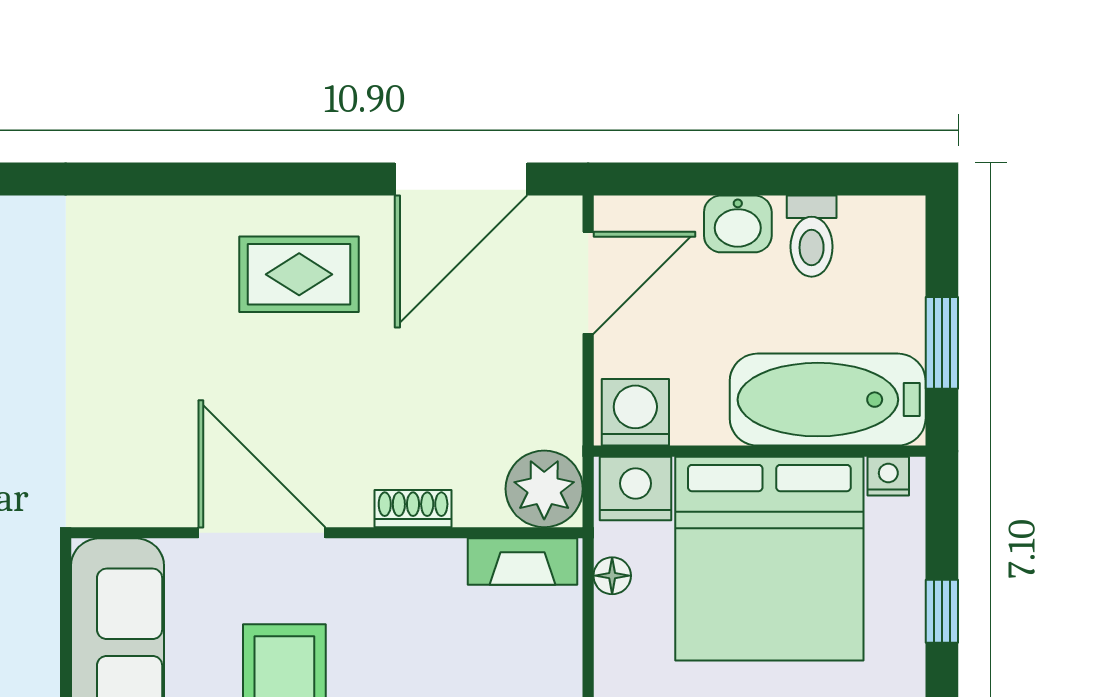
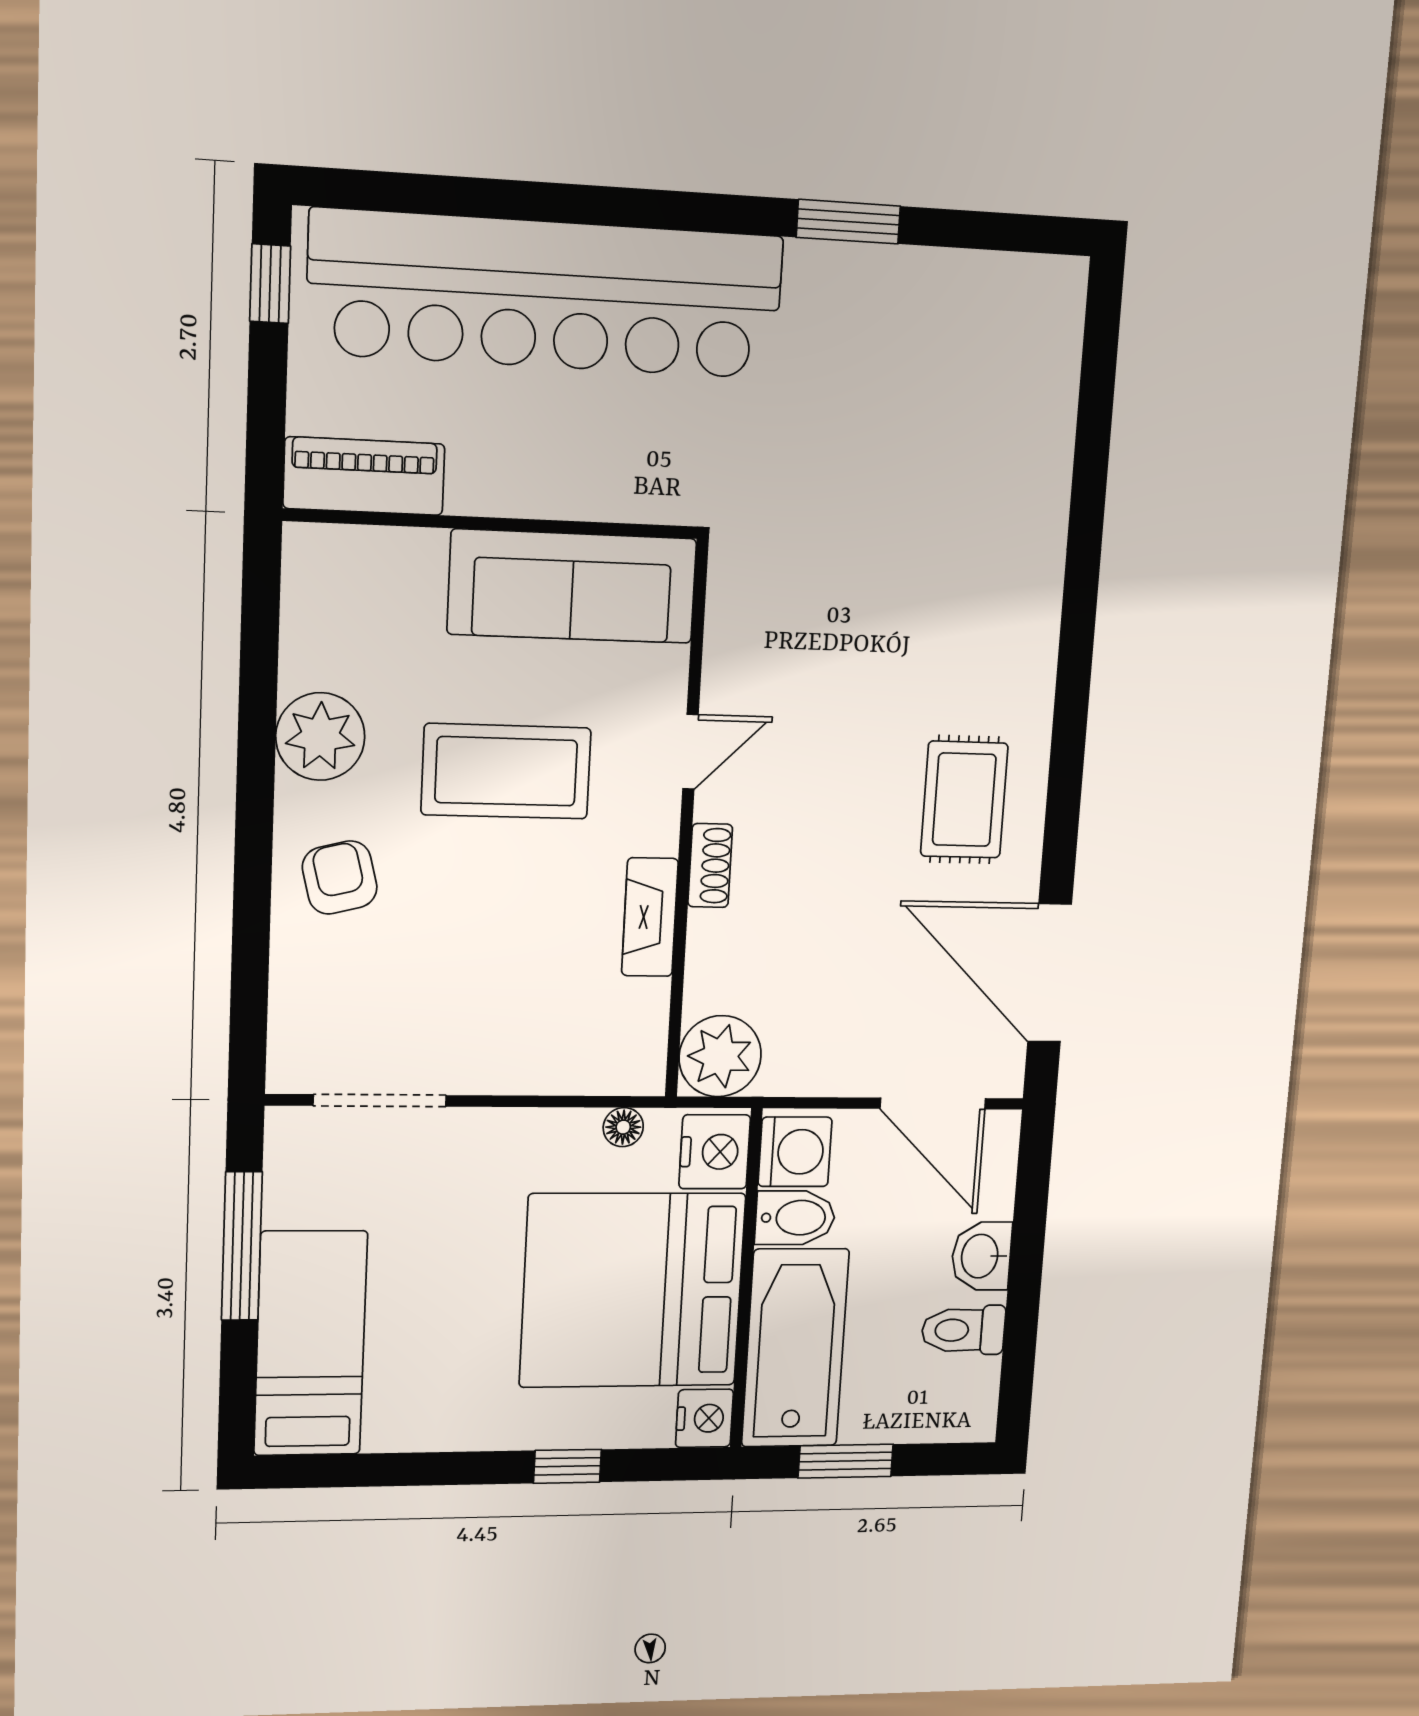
bidet: (699, 408) -> (795, 1218), added
nightstand: (888, 476) -> (704, 1418), width x1.39, depth x1.35
shoe rack: (413, 509) -> (710, 866), moved
door: (262, 533) -> (691, 752), width x0.53
fireplace: (523, 562) -> (650, 917), moved

